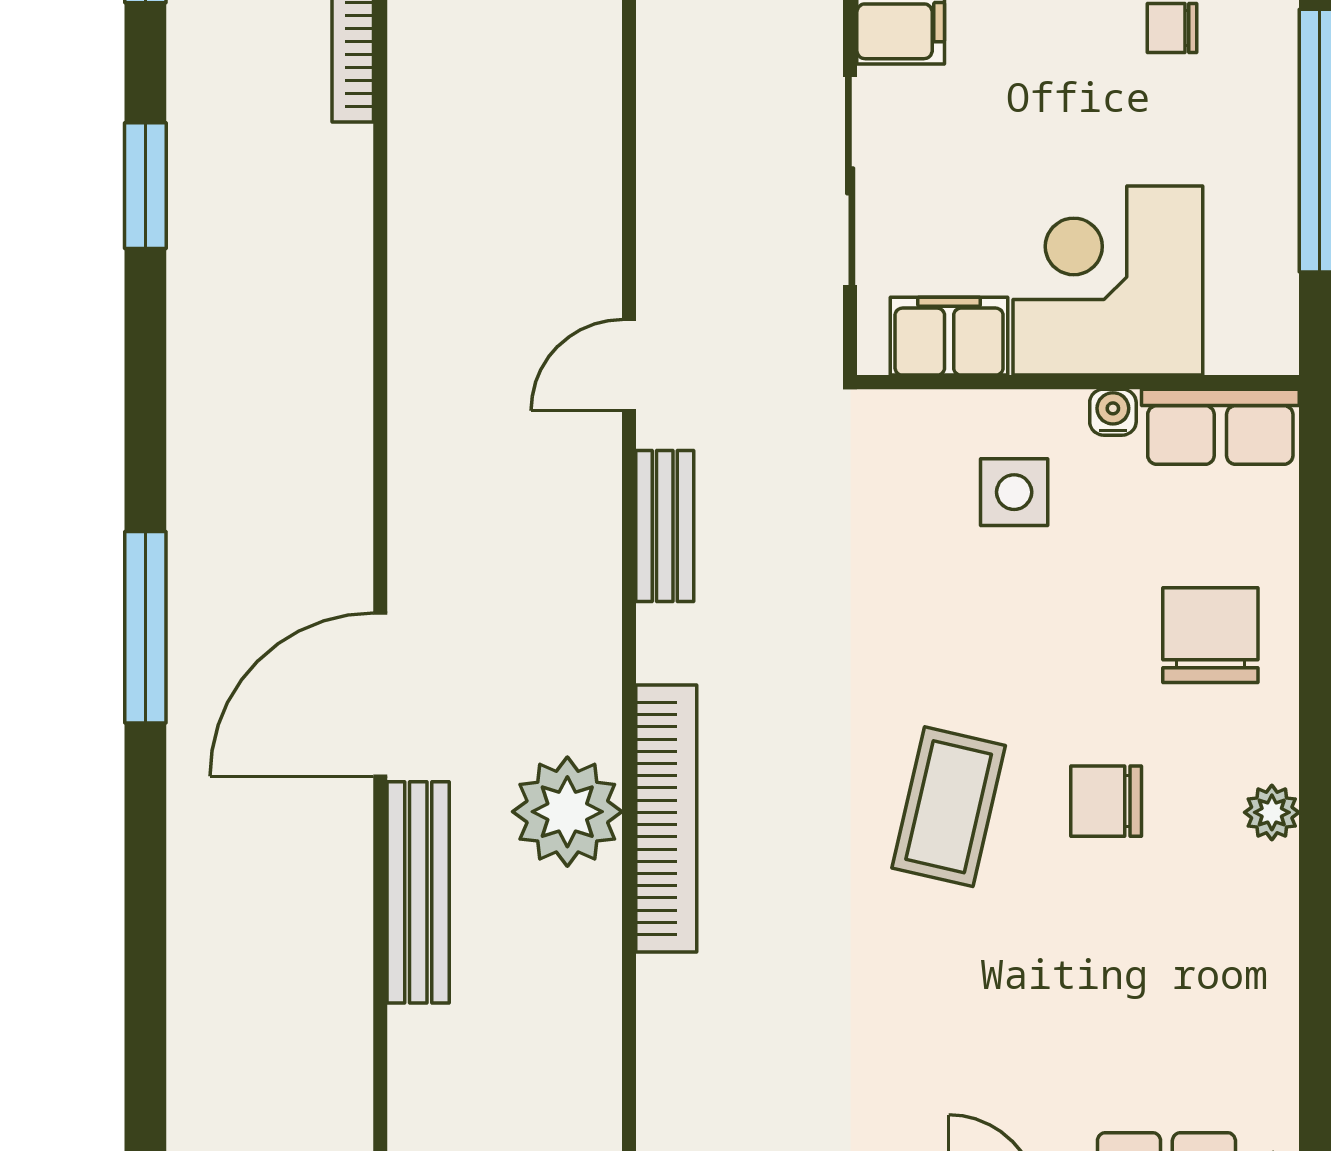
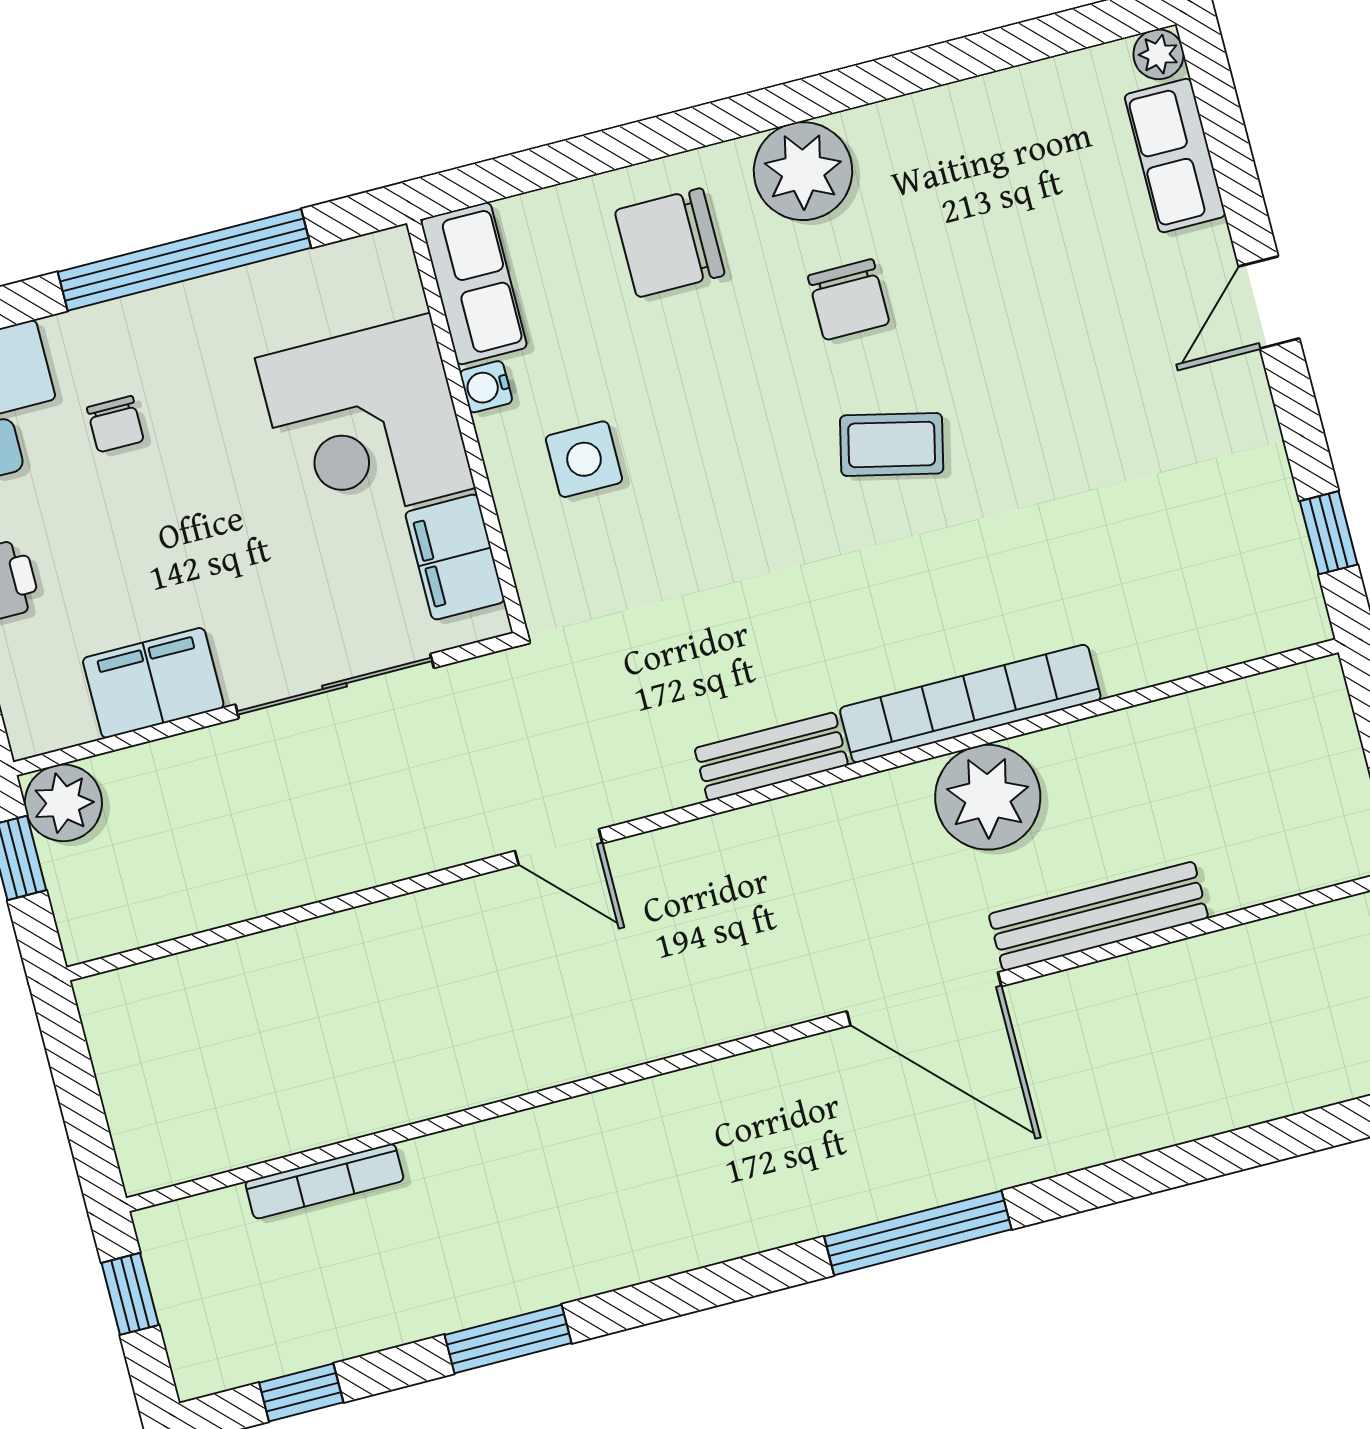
bench: (665, 526) -> (771, 757), moved
coffee table: (949, 807) -> (892, 444), width x0.73, depth x0.77
plant: (1272, 812) -> (803, 171), width x1.88, depth x1.88

